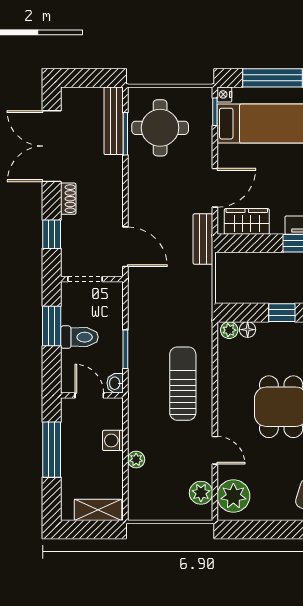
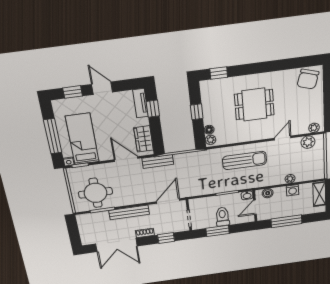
bench: (114, 121) -> (129, 212), moved
sun lounger: (183, 384) -> (245, 160), turned 180
boiler: (114, 419) -> (268, 193), added
washing machine: (113, 440) -> (293, 190), moved
plant: (233, 496) -> (314, 128), width x0.53, depth x0.53

